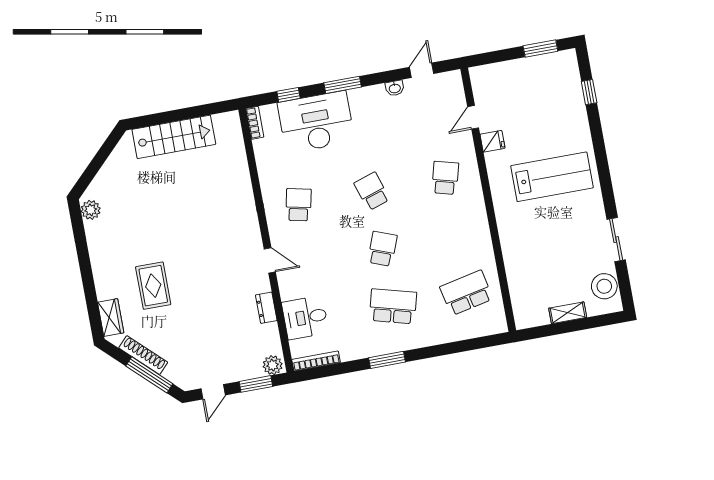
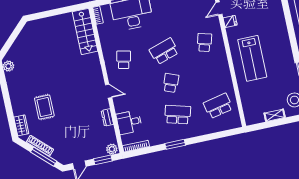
stairs: (174, 137) -> (85, 31), moved, turned 90
lab bench: (552, 177) -> (252, 58), moved, turned 90
school desk: (372, 191) -> (164, 51), width x1.85

